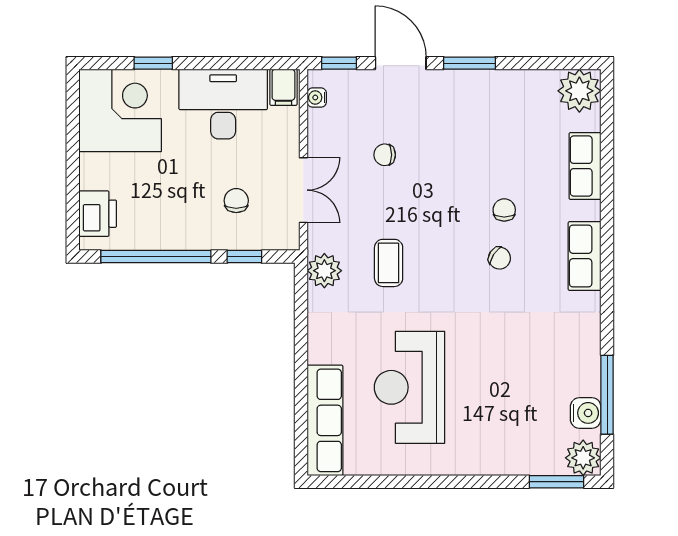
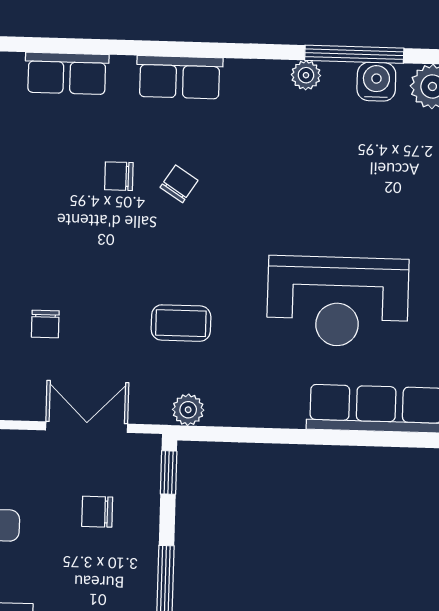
window: (244, 257) -> (169, 473), moved
plant: (324, 271) -> (188, 410), width x0.73, depth x0.73
plant: (589, 357) -> (306, 75), added

